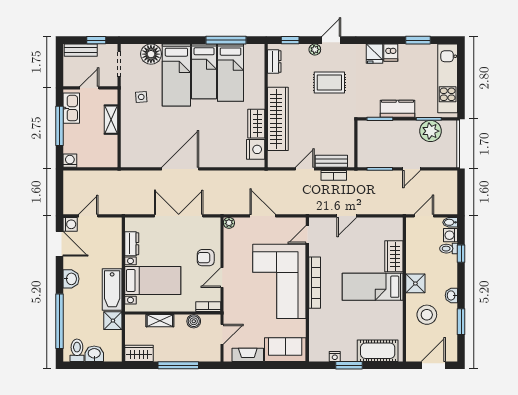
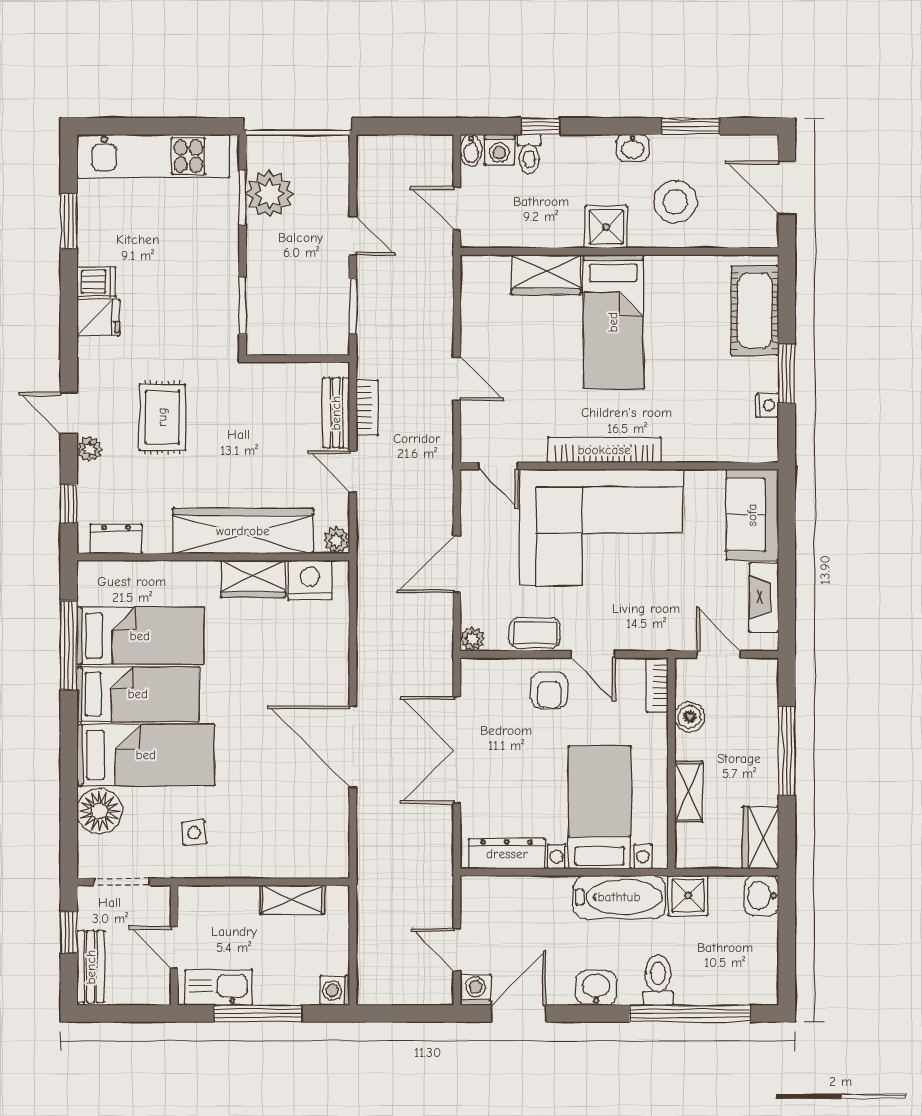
kitchen counter: (397, 109) -> (220, 267), removed
shelving: (111, 120) -> (292, 900), moved
plant: (274, 161) -> (337, 540), added
dresser: (132, 244) -> (507, 854), width x1.44
coffee table: (232, 251) -> (535, 633), added
toilet: (77, 350) -> (658, 980), moved, turned 90
washbasin: (94, 354) -> (761, 896), moved

